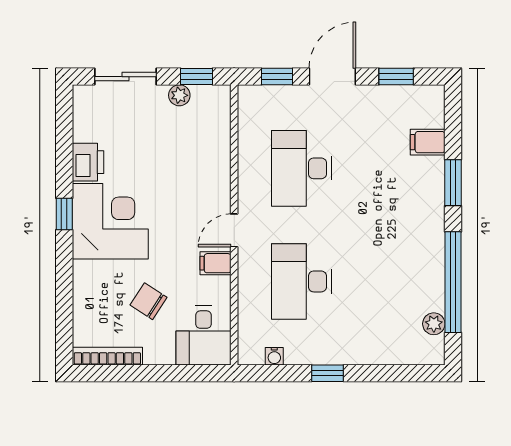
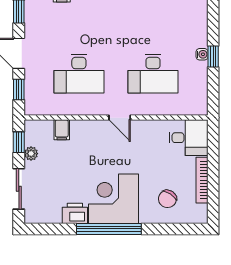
window: (64, 214) -> (109, 229), width x3.17
filing cabinet: (215, 263) -> (62, 130), moved
chair: (148, 301) -> (167, 199), moved
bookcase: (107, 356) -> (202, 180), moved
water cooler: (274, 356) -> (202, 54), moved

